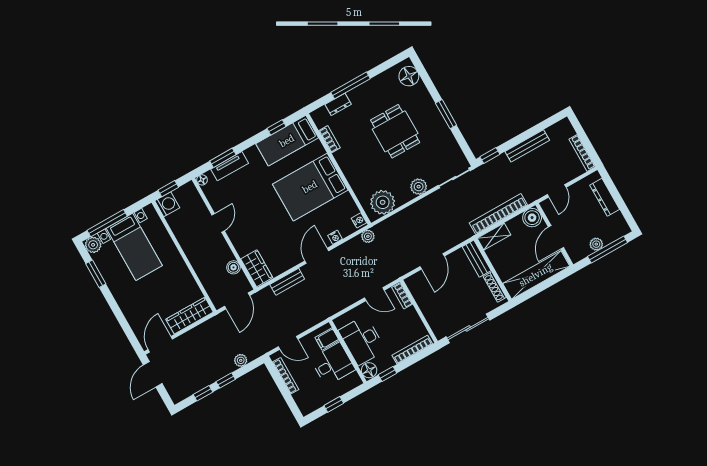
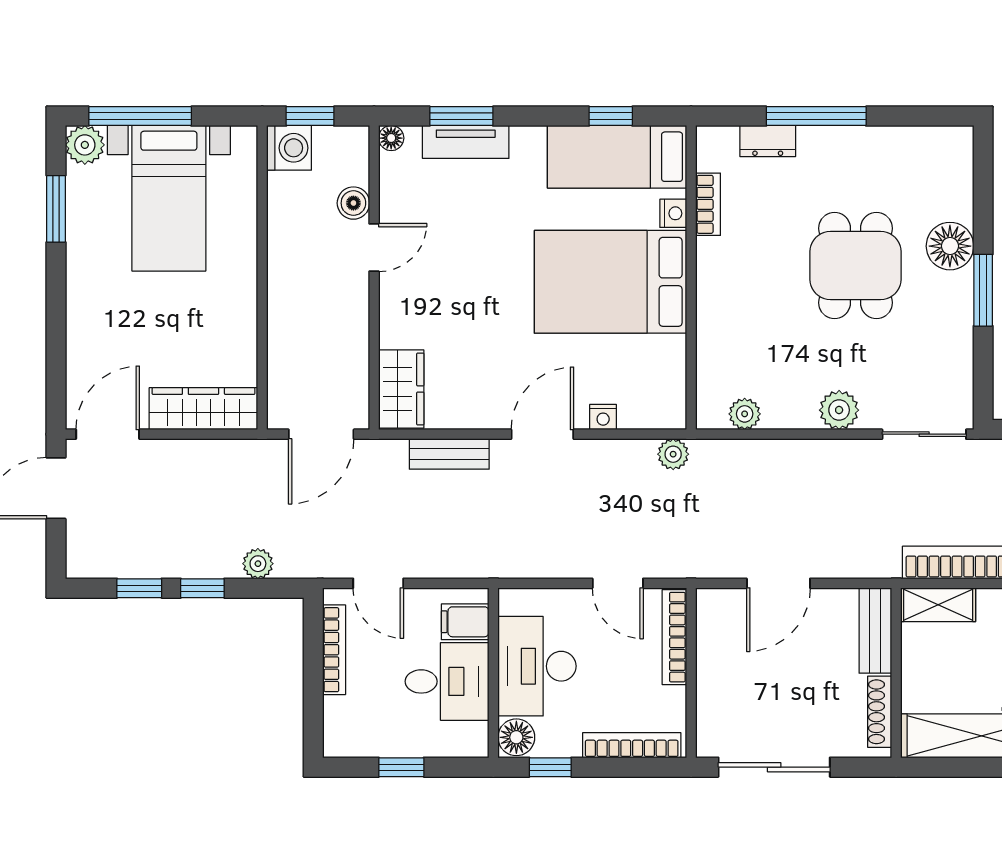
floor lamp: (409, 76) -> (950, 246), moved
plant: (383, 202) -> (745, 414), width x0.53, depth x0.53
nightstand: (359, 220) -> (673, 213), moved
boiler: (233, 267) -> (353, 203), moved
bookcase: (402, 296) -> (674, 637), width x1.56

